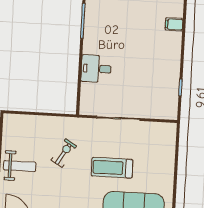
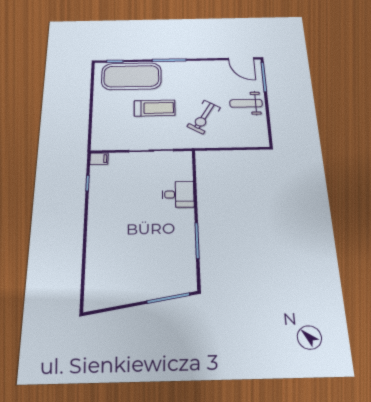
filing cabinet: (174, 24) -> (99, 159), moved
exercise bike: (64, 153) -> (204, 117), width x1.38, depth x1.39

